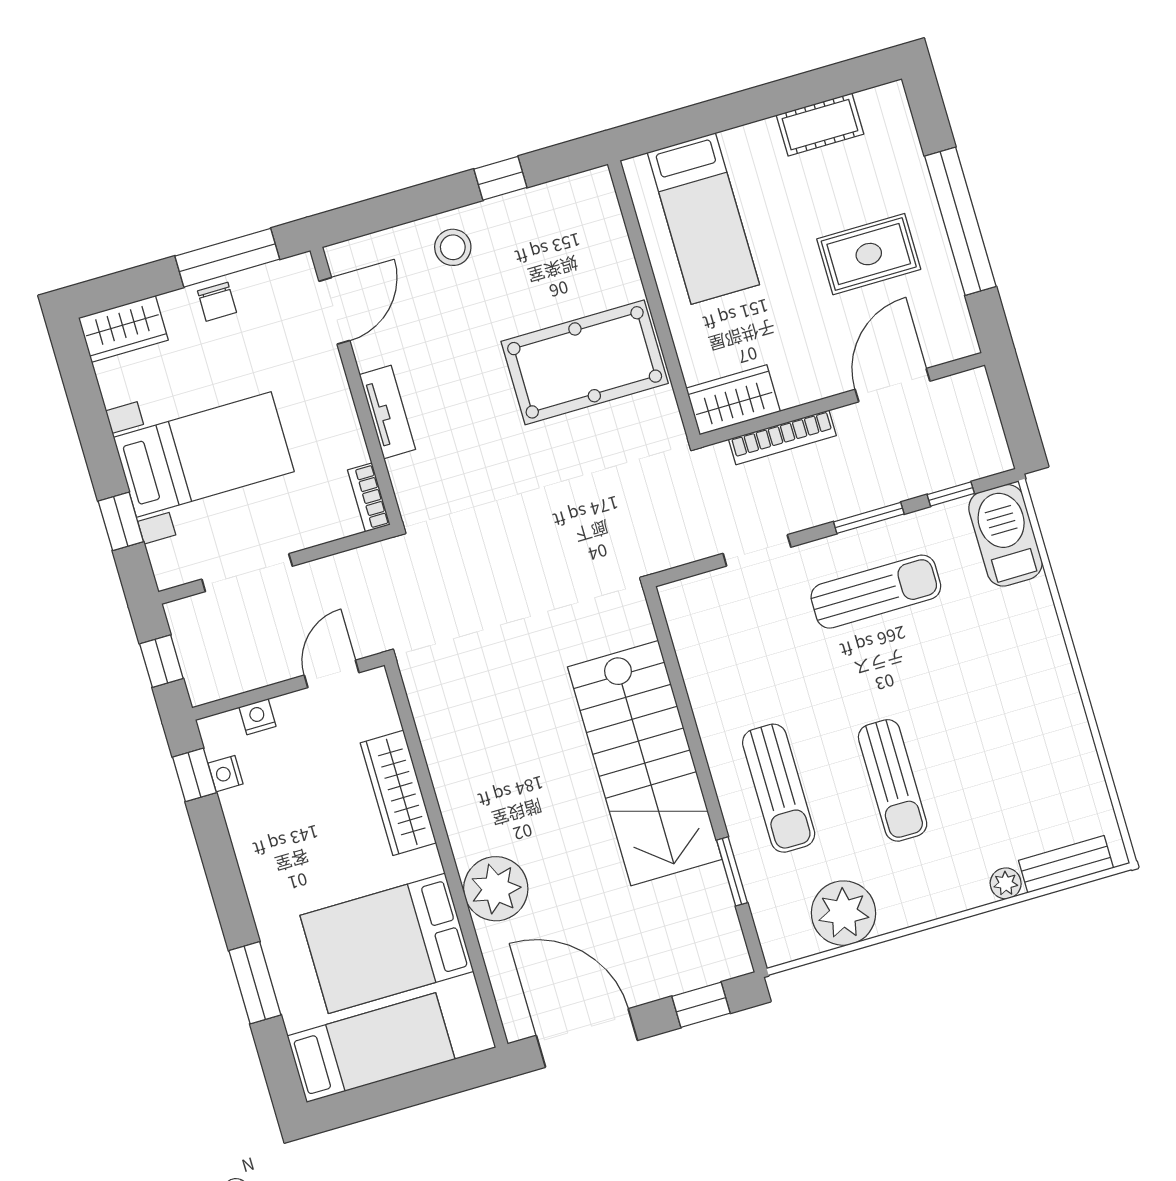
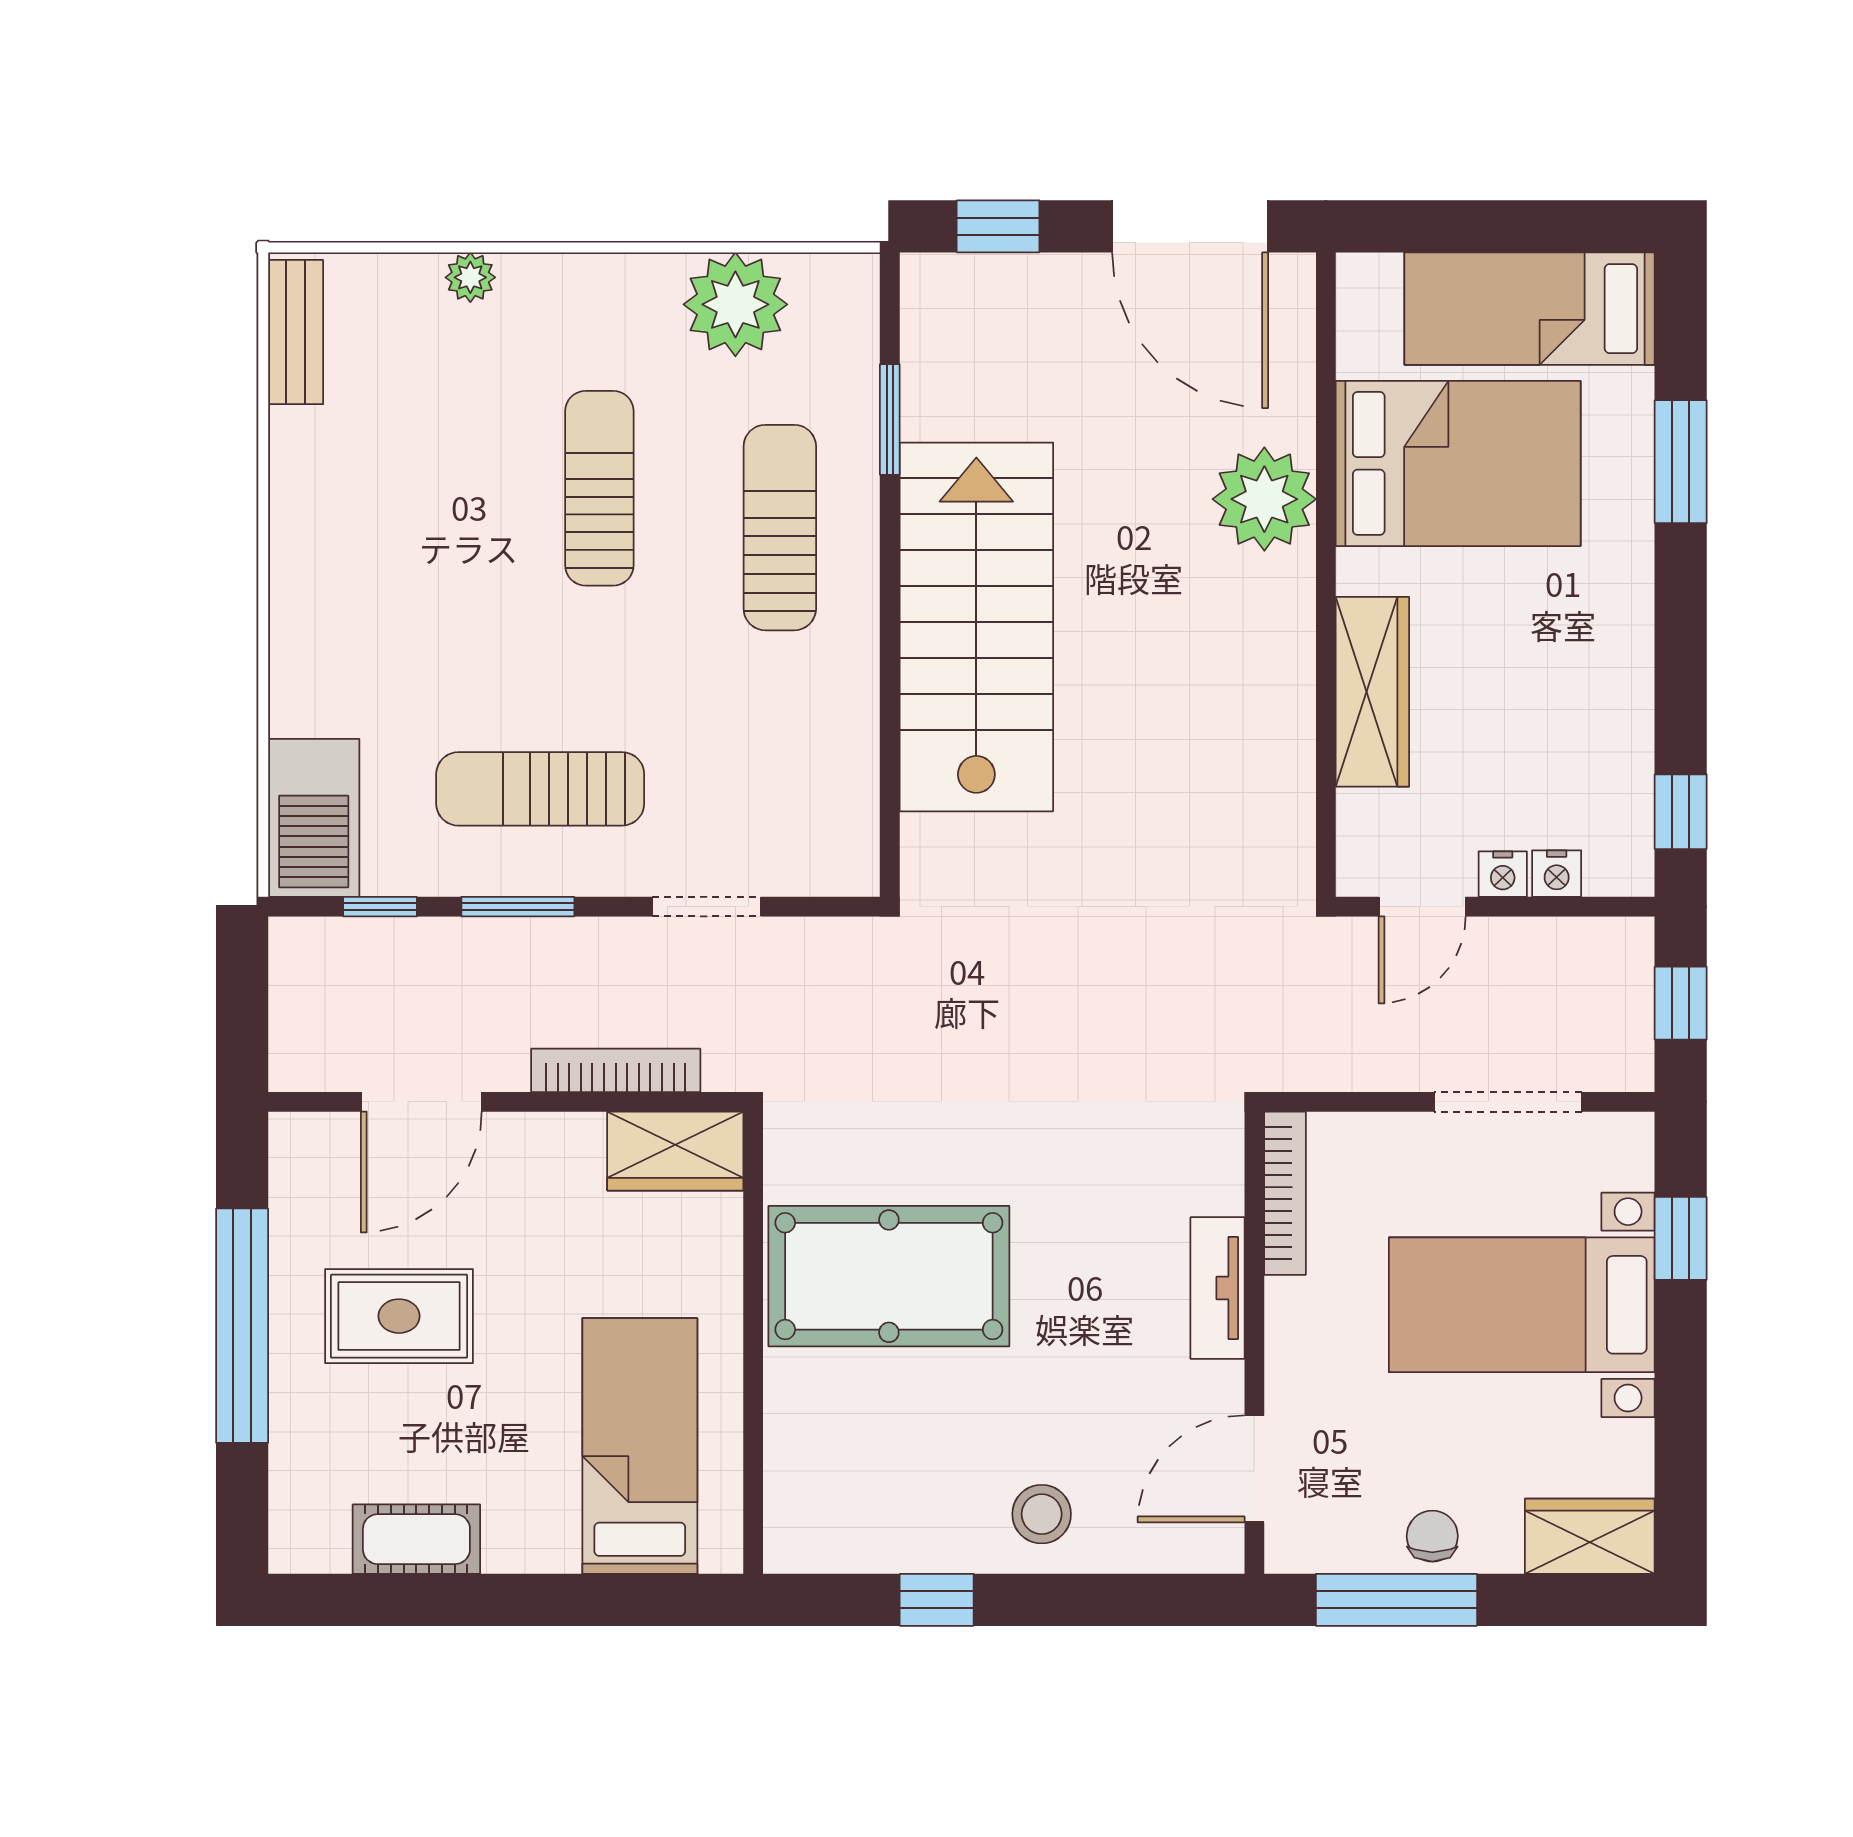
bookcase: (369, 497) -> (1285, 1193), width x1.56
nightstand: (226, 774) -> (1503, 874), moved, turned 90
bench: (1066, 864) -> (296, 332), moved, turned 90

